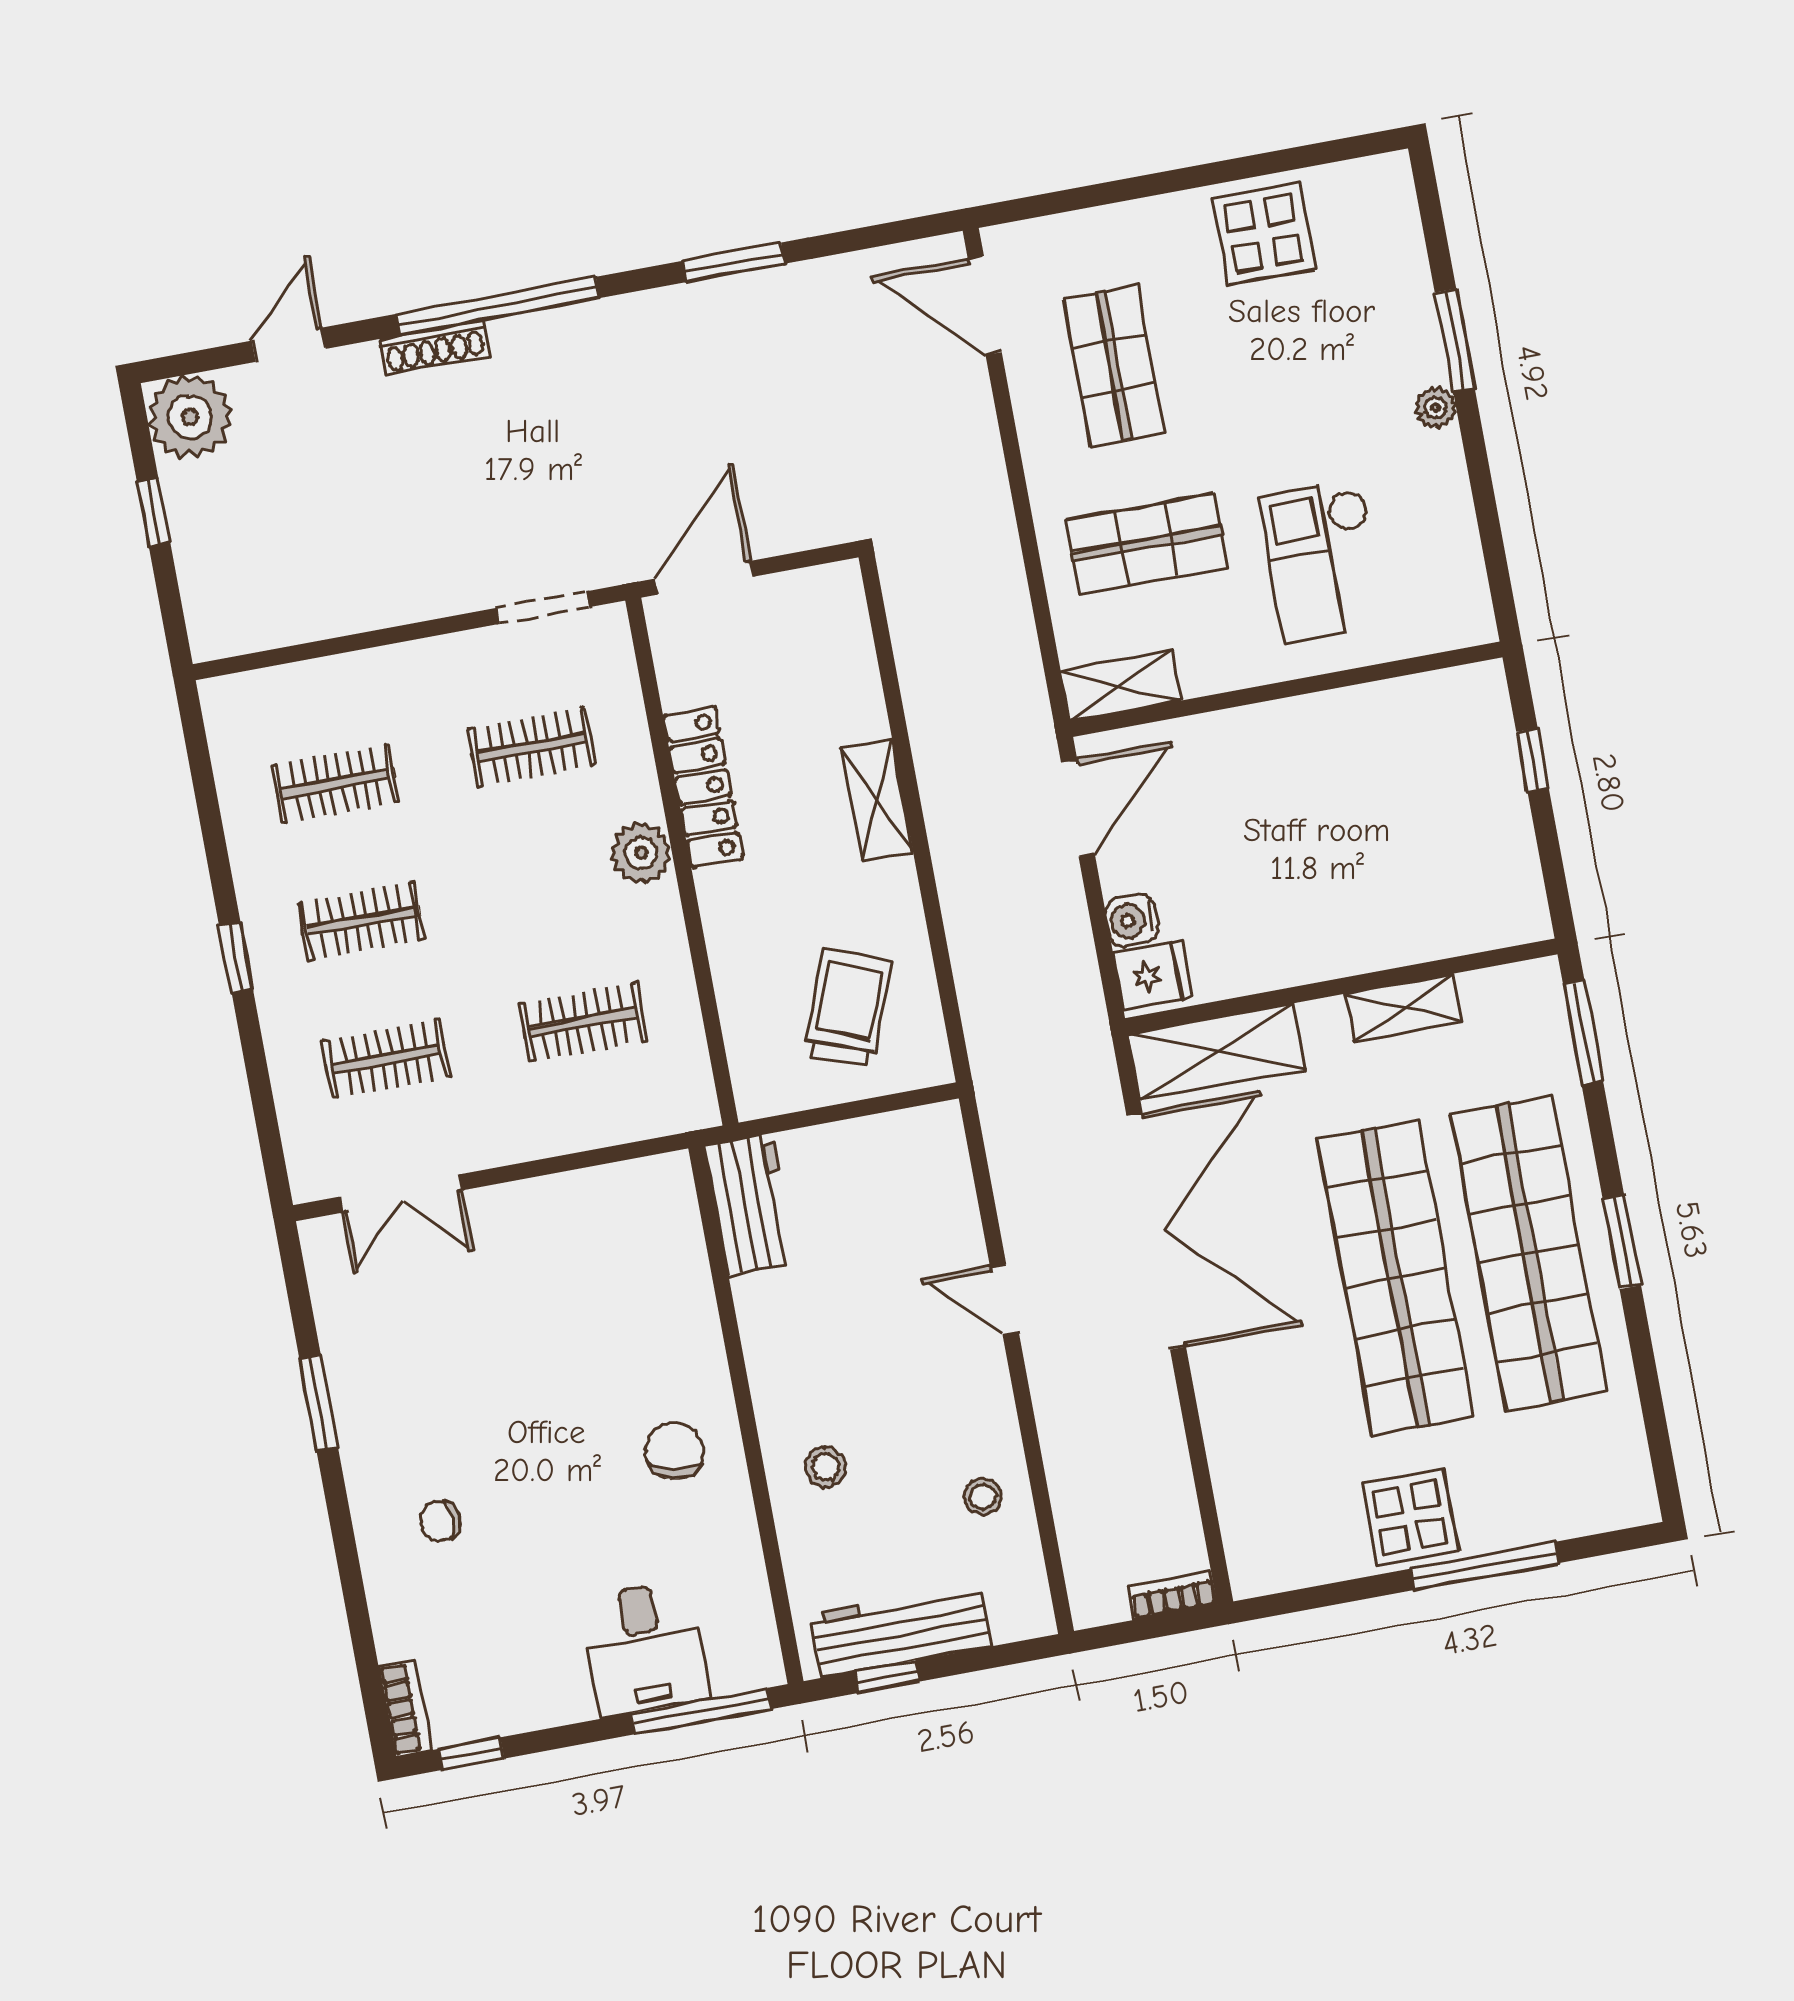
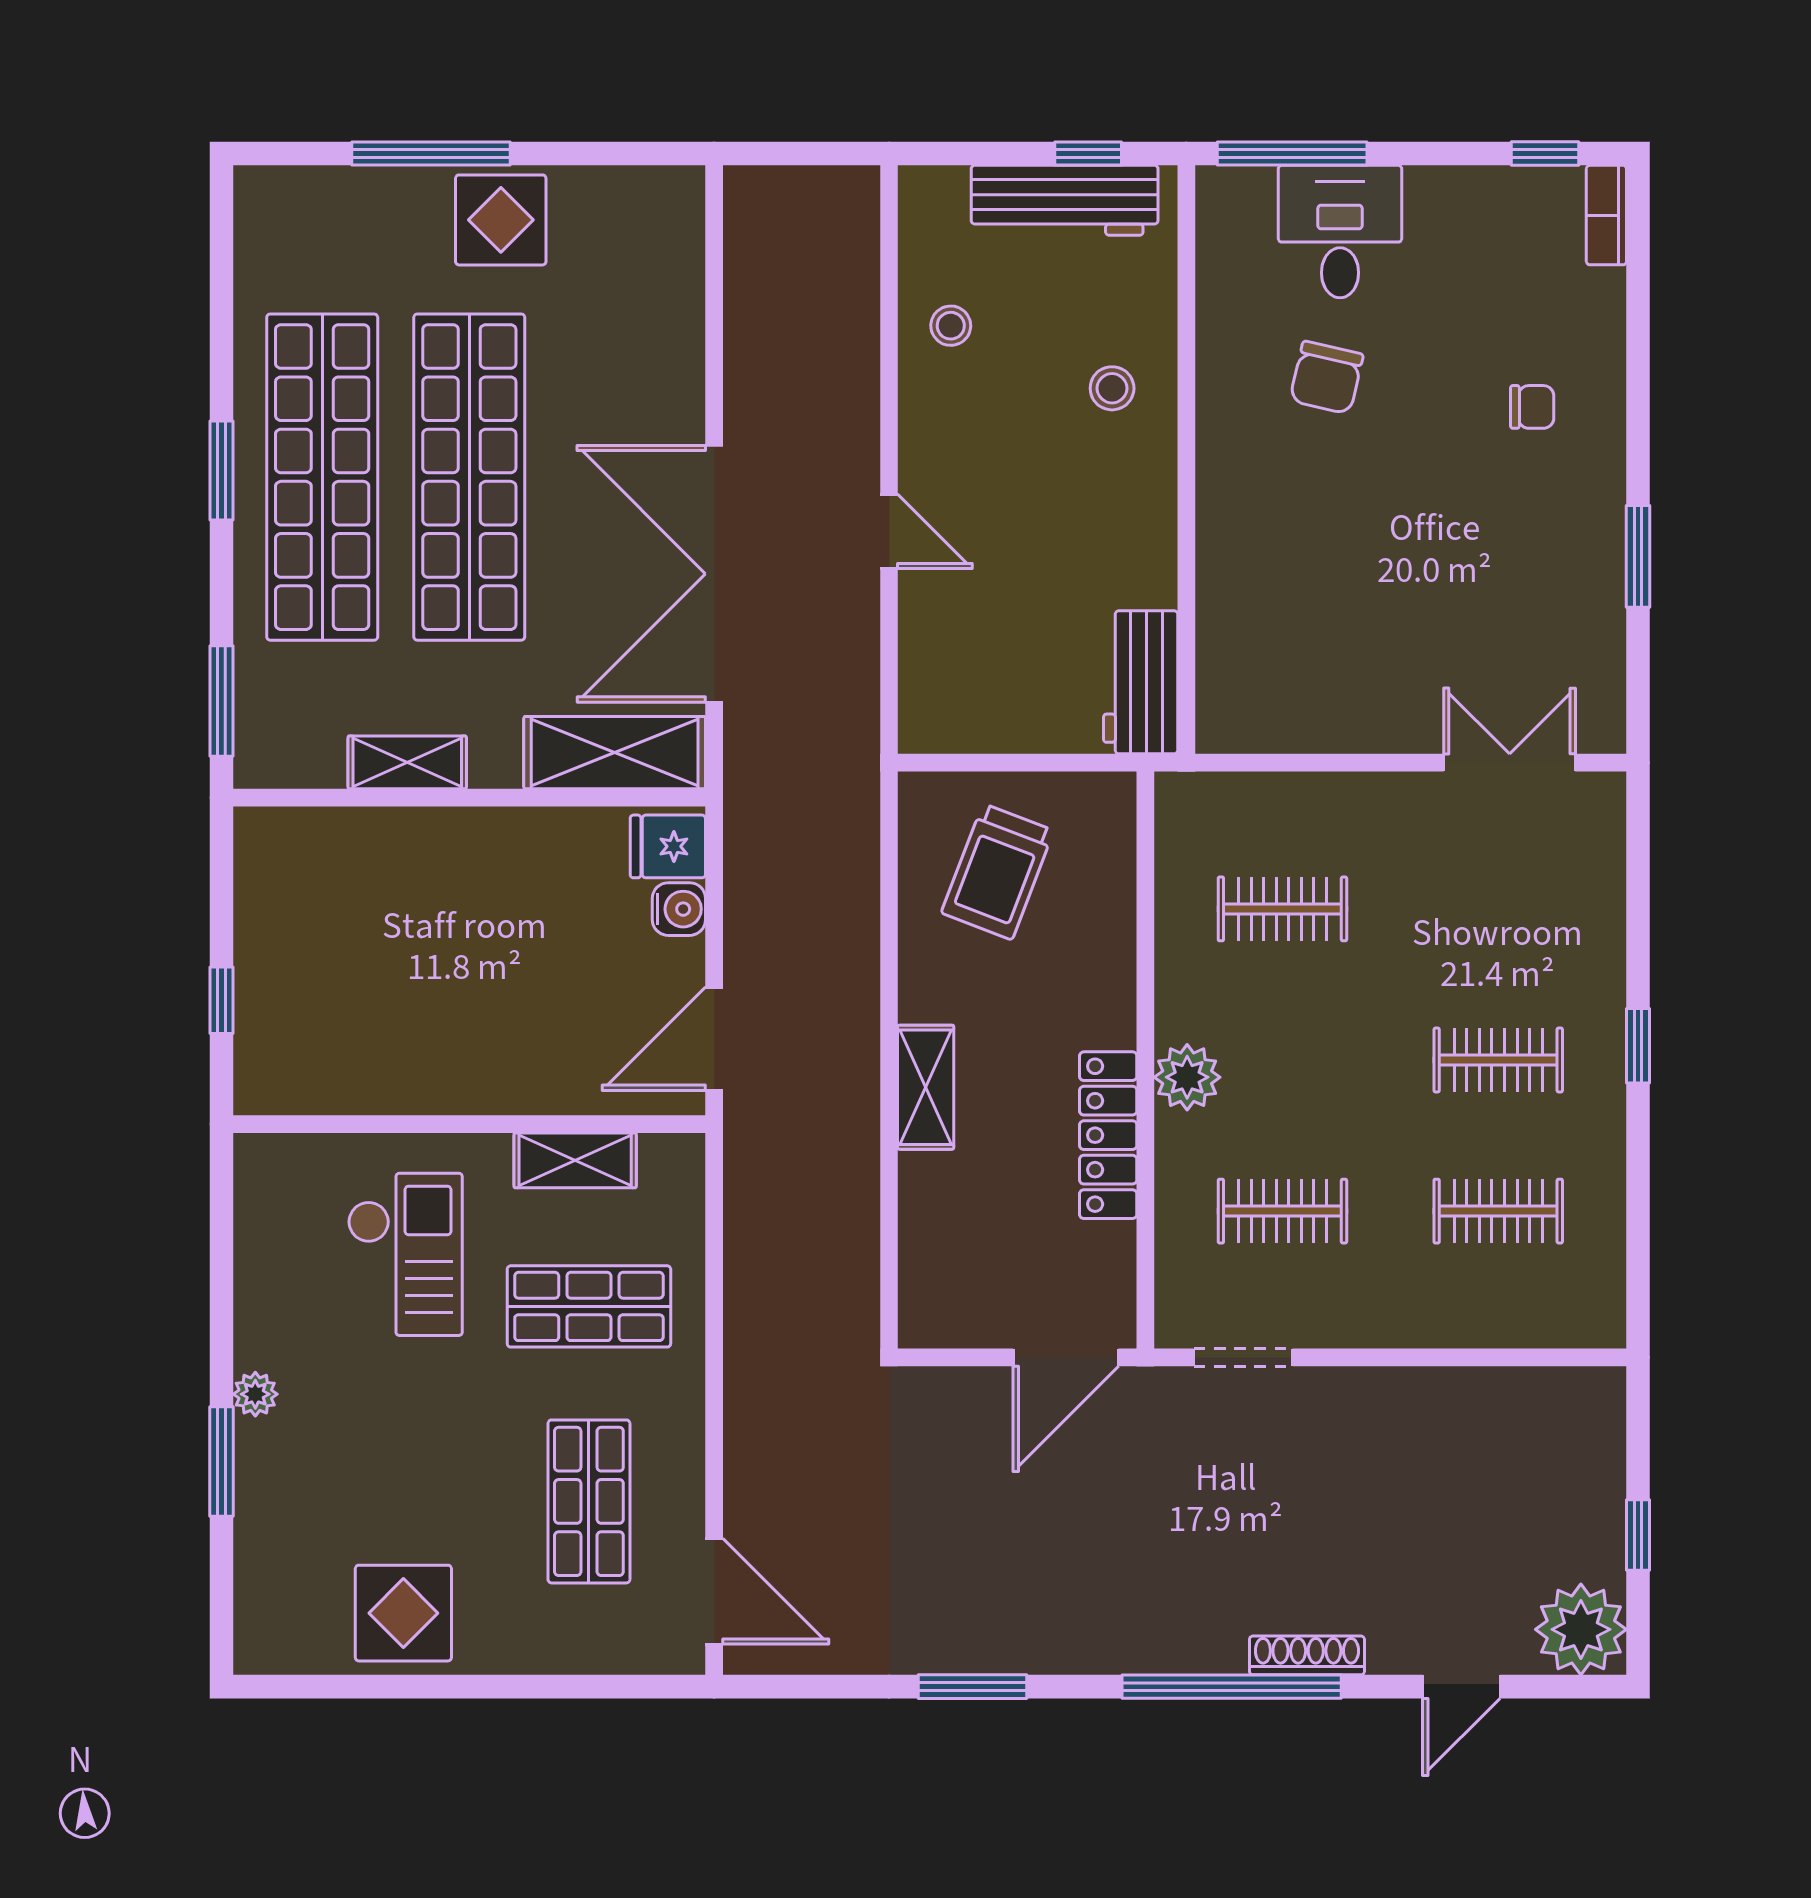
shelving: (1121, 686) -> (575, 1160), moved
clothes rail: (386, 1059) -> (1498, 909), removed
chair: (674, 1451) -> (1326, 378), moved
bookcase: (1173, 1596) -> (769, 183), removed

